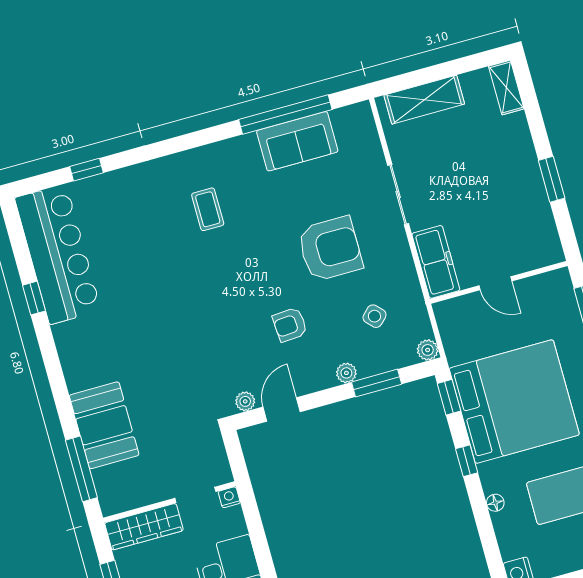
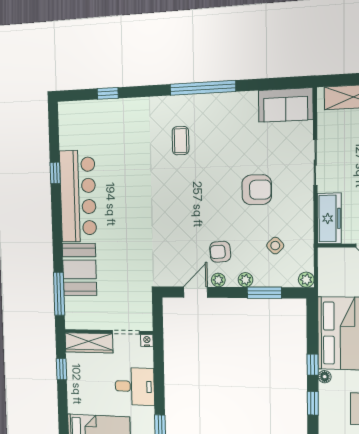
window: (285, 114) -> (203, 88), moved
sofa: (297, 141) -> (286, 105), moved
armchair: (330, 249) -> (257, 190), width x0.73, depth x0.73
bar counter: (58, 254) -> (78, 196), moved
armchair: (290, 325) -> (220, 252), moved
window: (449, 397) -> (313, 403), moved
plant: (245, 401) -> (218, 280), moved
floor lamp: (495, 503) -> (325, 377), moved

